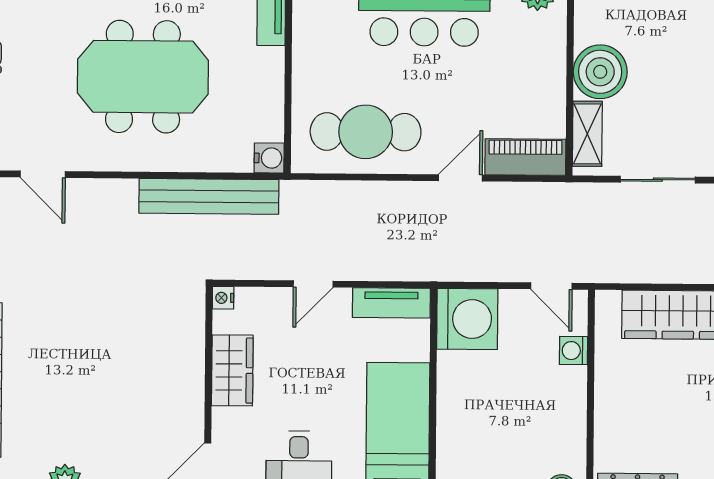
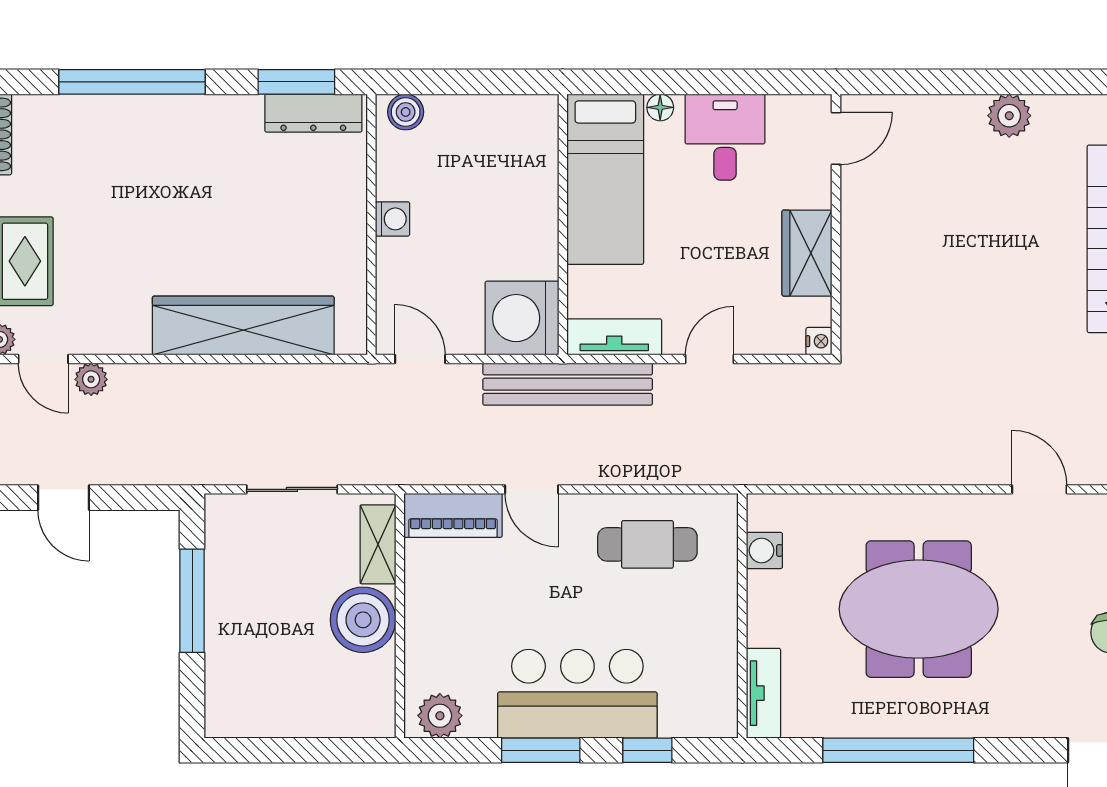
cafe table: (366, 132) -> (647, 544), width x0.73, depth x0.74
water cooler: (269, 158) -> (764, 550), moved
door: (460, 178) -> (532, 489), hinge flipped
bench: (209, 196) -> (568, 384), moved
washing machine: (574, 351) -> (393, 219), moved

